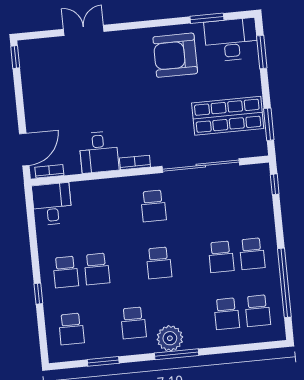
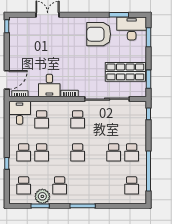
school desk: (227, 314) -> (42, 119), moved
plant: (170, 338) -> (42, 196), moved

